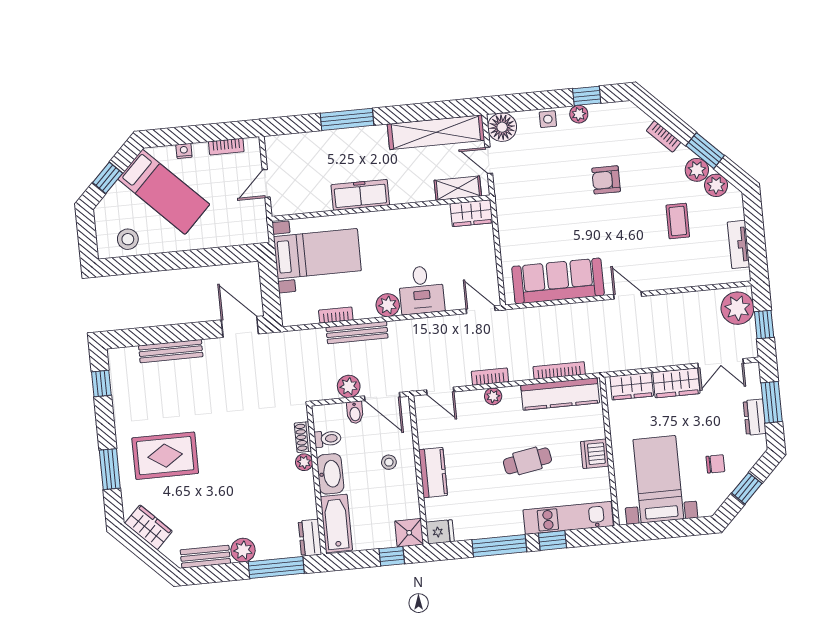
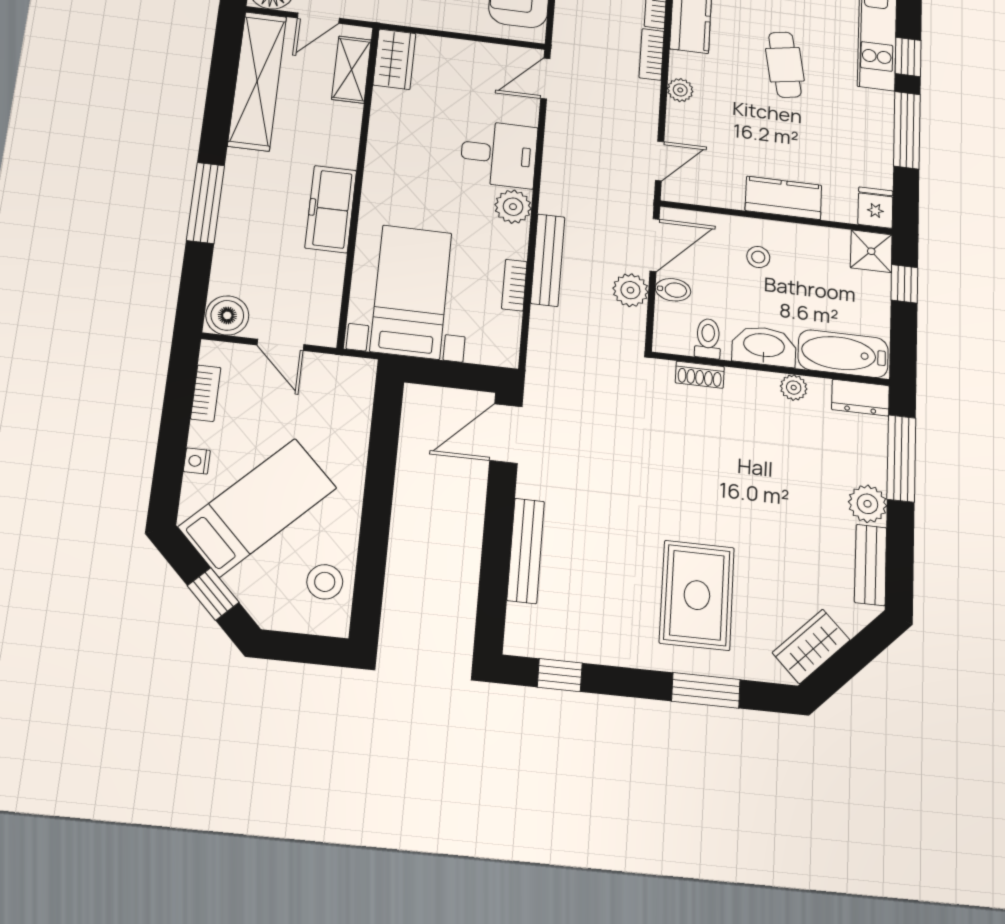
boiler: (278, 148) -> (227, 315), added
bookcase: (490, 377) -> (652, 54), moved
plant: (304, 462) -> (794, 388), moved

